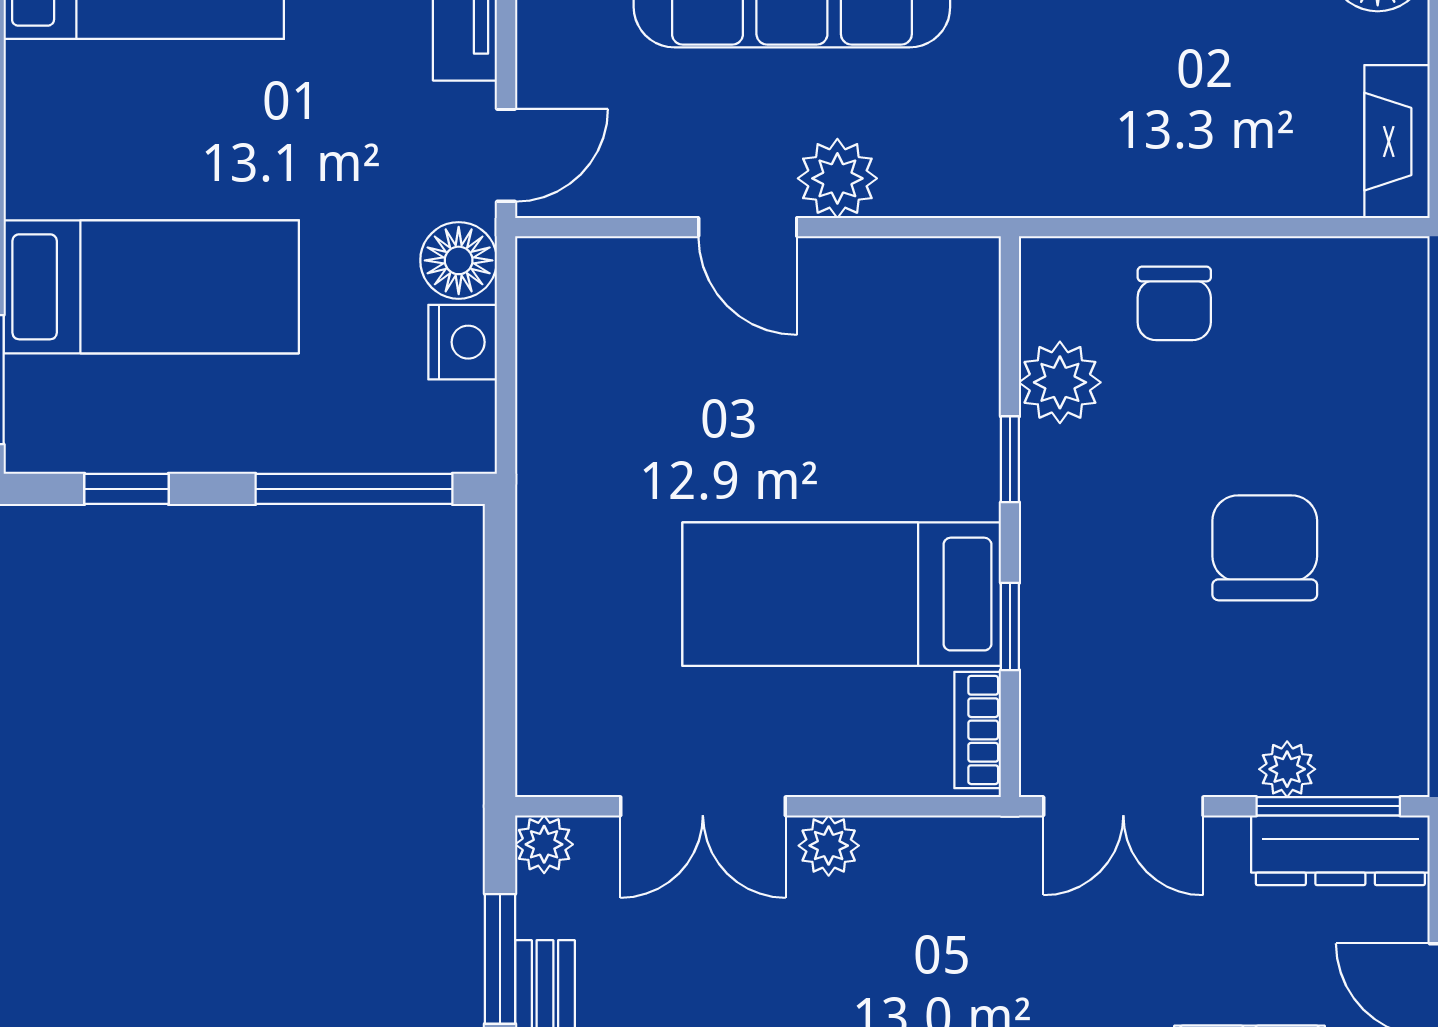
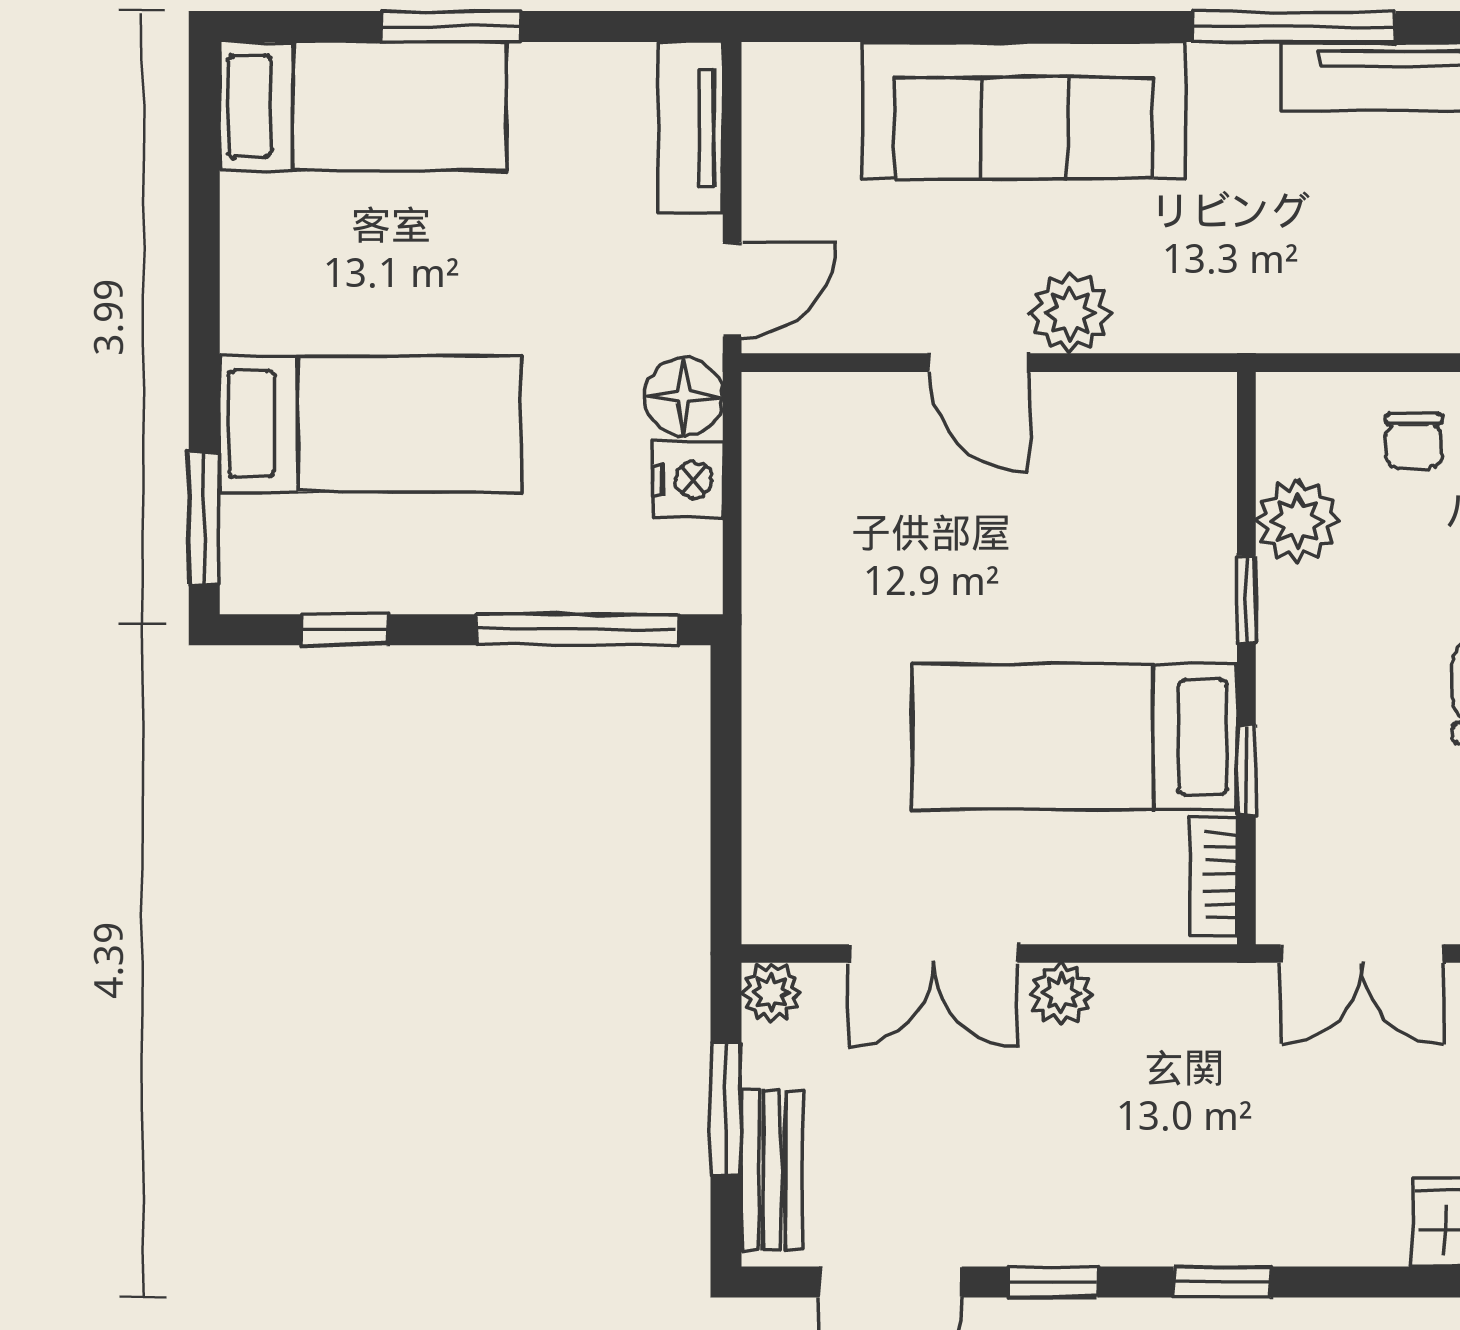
chair: (1174, 303) -> (1414, 440), width x0.73, depth x0.73

